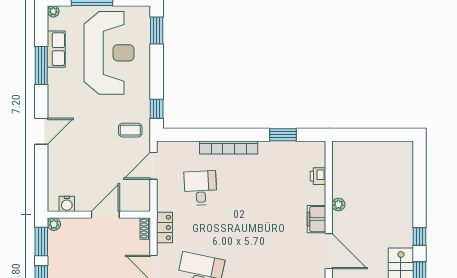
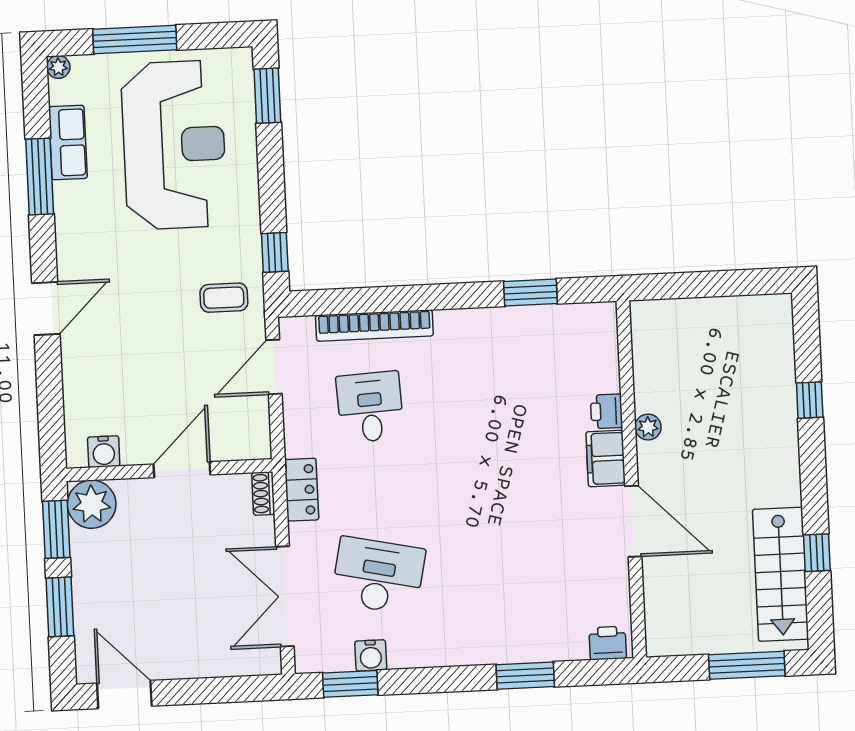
bookcase: (229, 147) -> (374, 325), moved
printer: (318, 176) -> (606, 411), moved
plant: (54, 224) -> (92, 504), width x1.87, depth x1.87
window: (420, 237) -> (810, 400), moved

